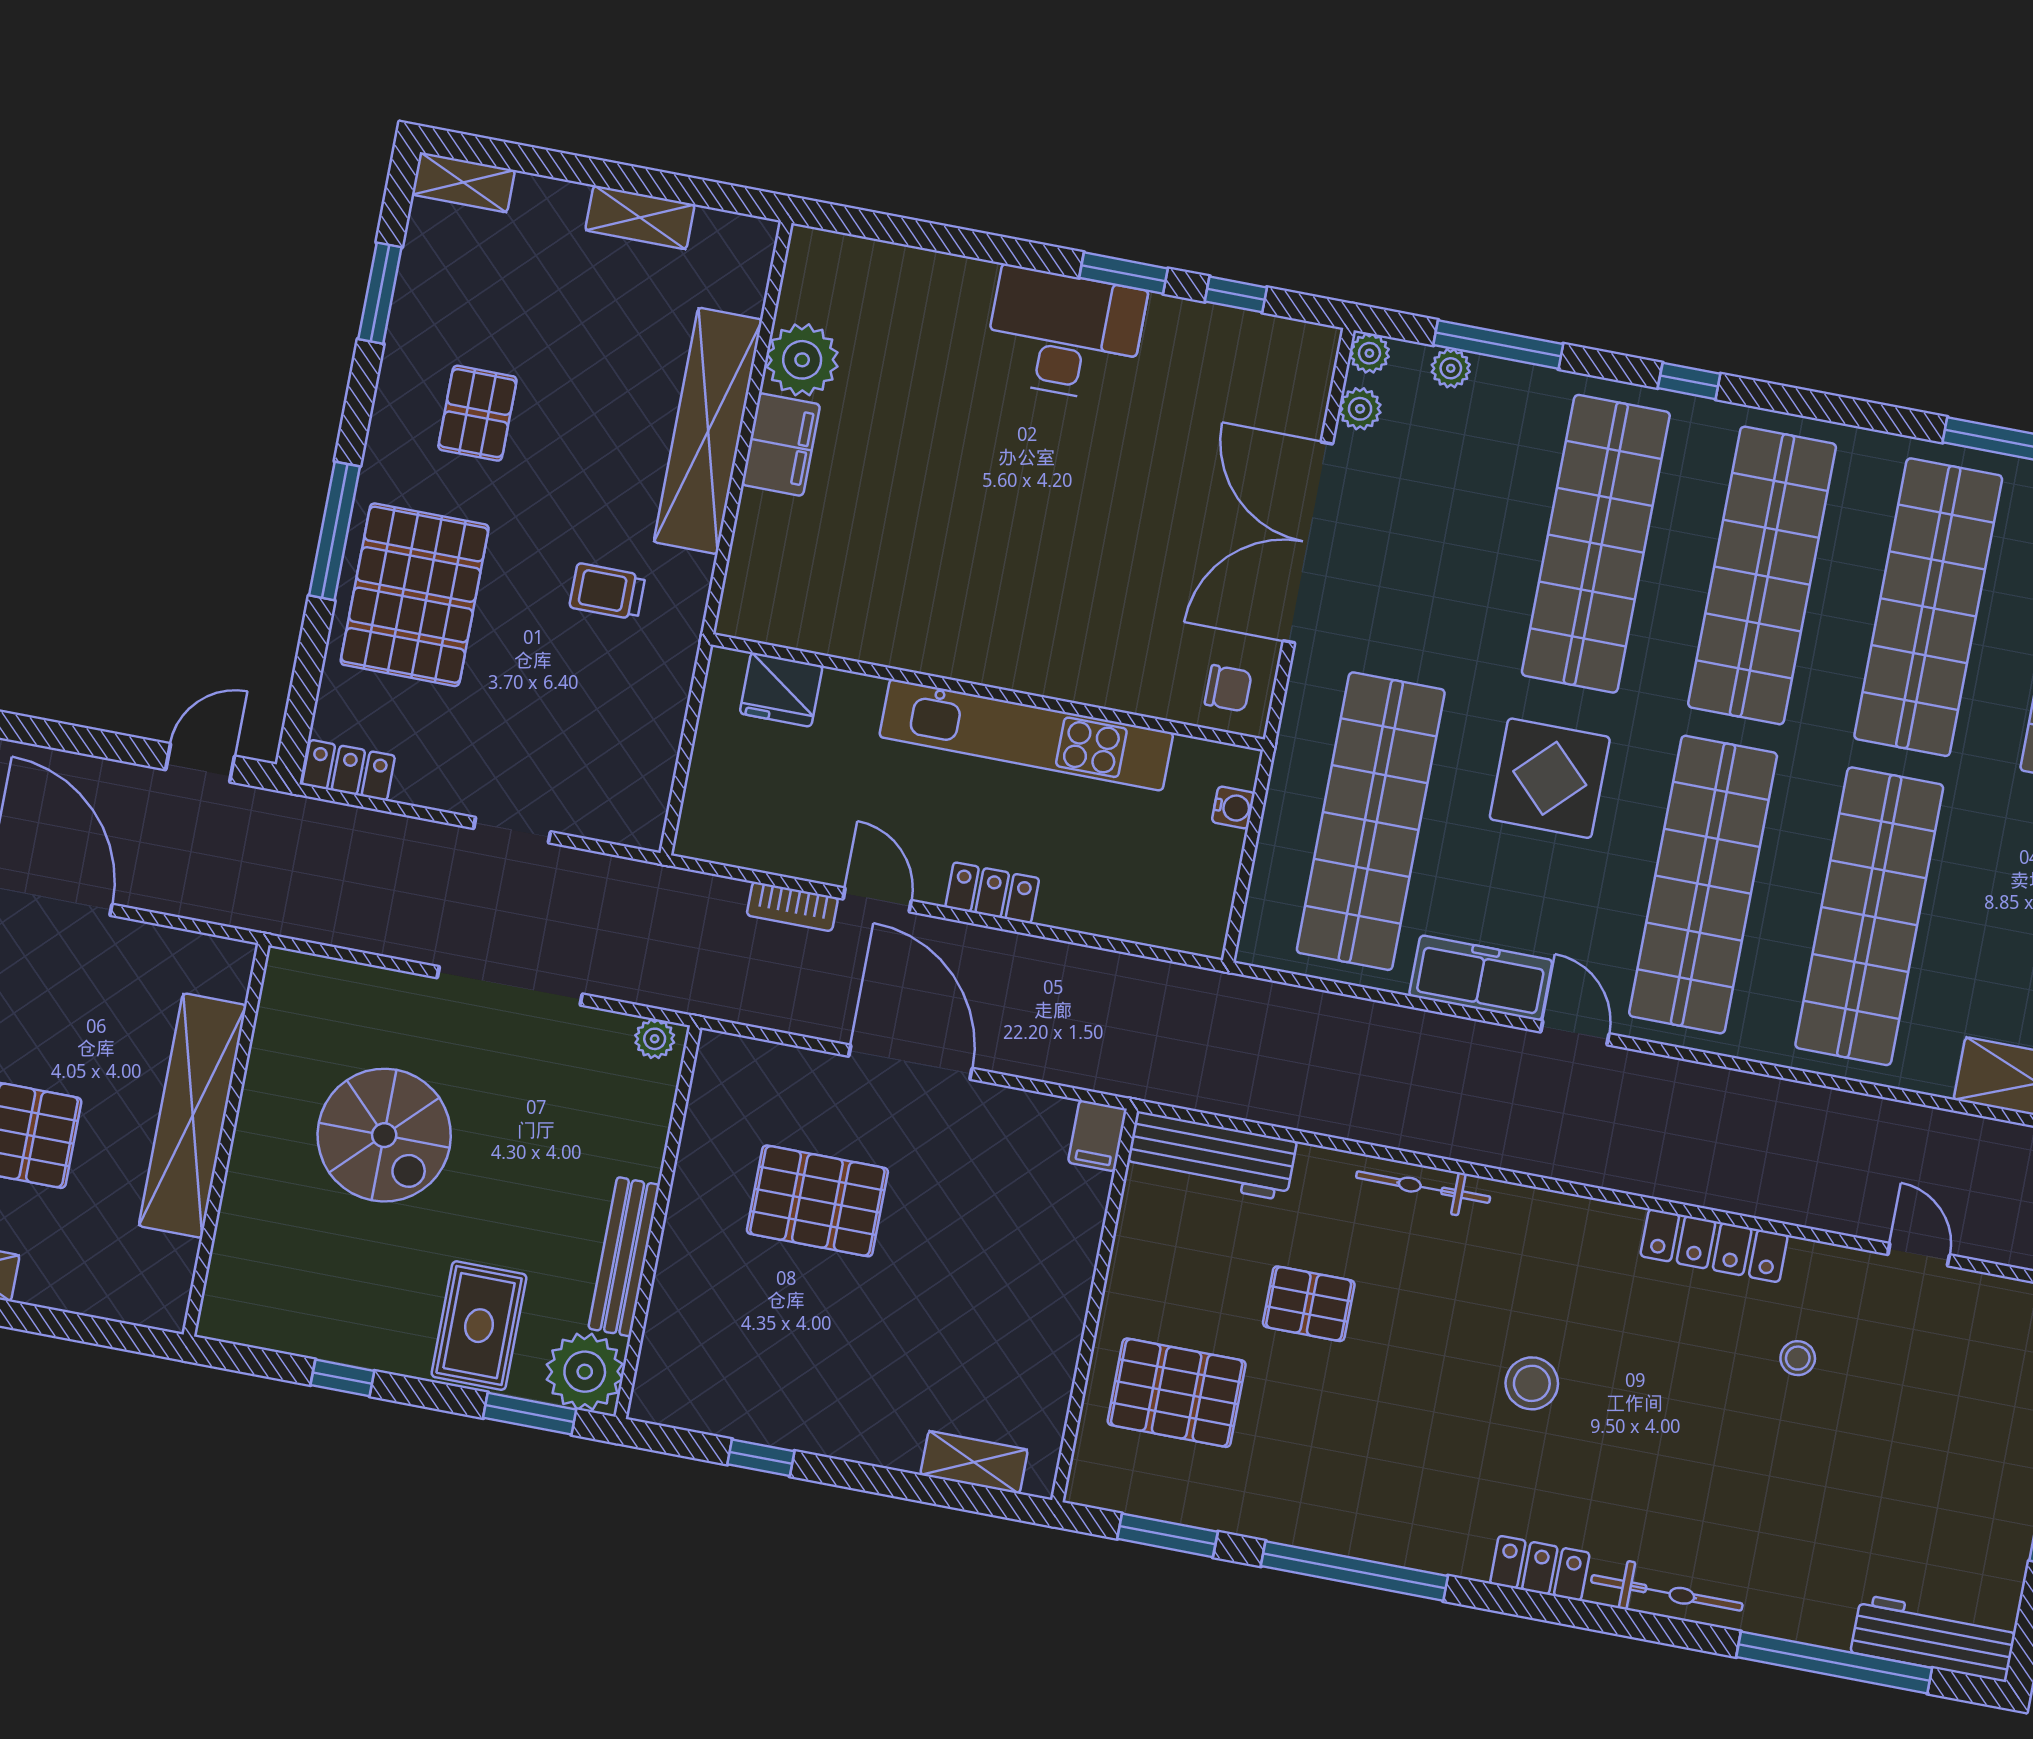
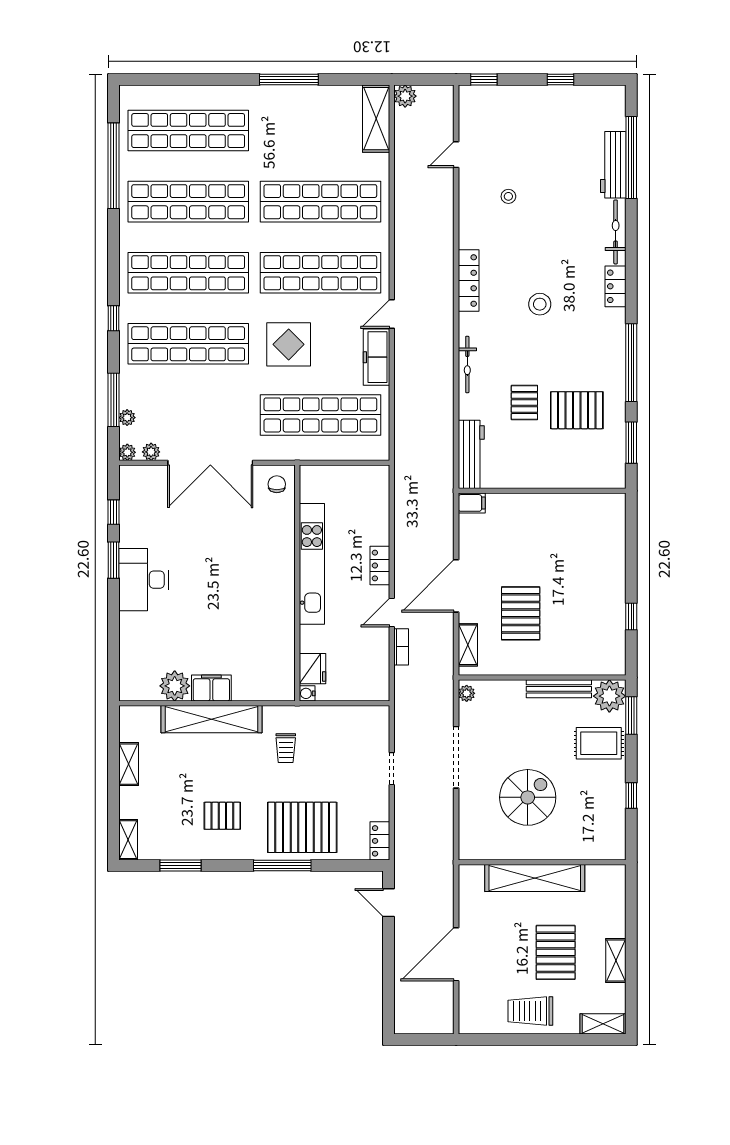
water cooler: (1233, 807) -> (307, 693), moved, turned -90
locker: (1714, 1246) -> (469, 281), moved
pallet: (1177, 1393) -> (577, 410), moved, turned 90
shelving: (974, 1462) -> (468, 645), moved
workbench: (1934, 1638) -> (613, 165), moved

